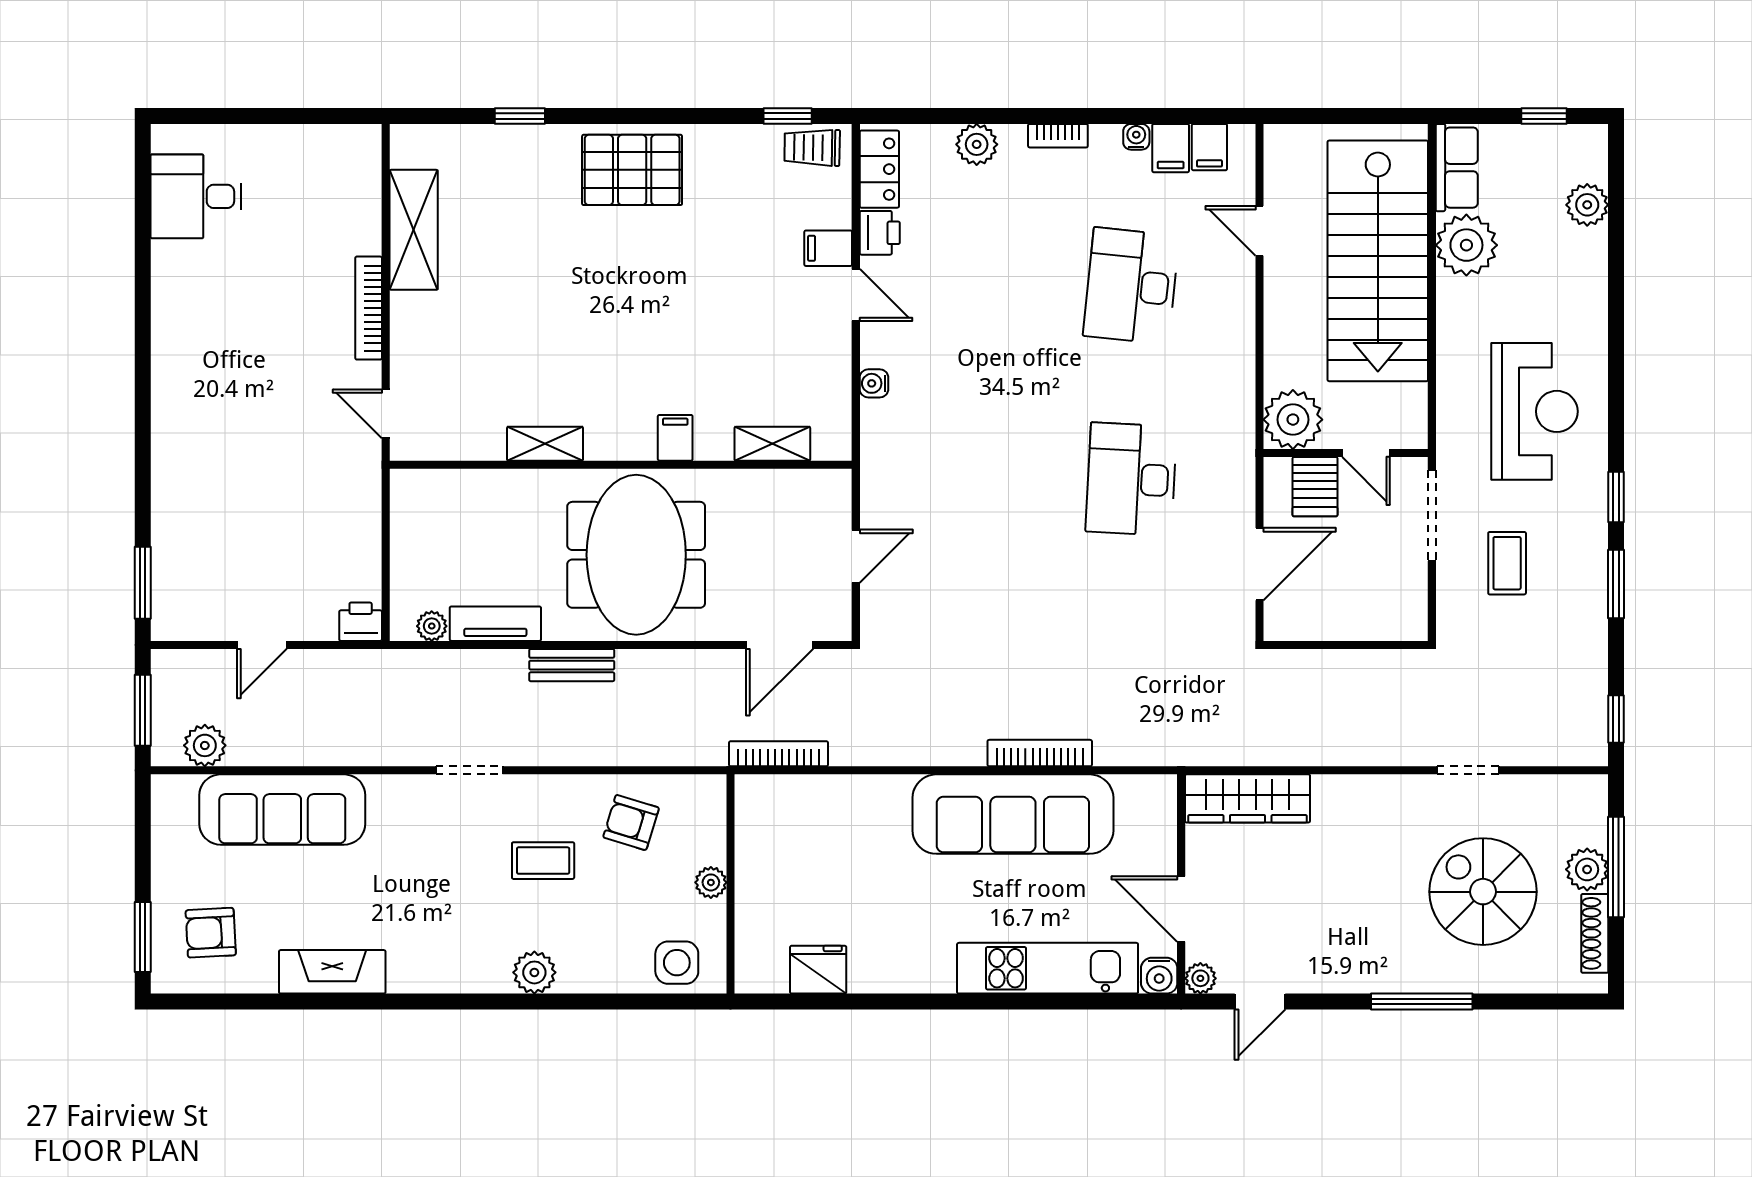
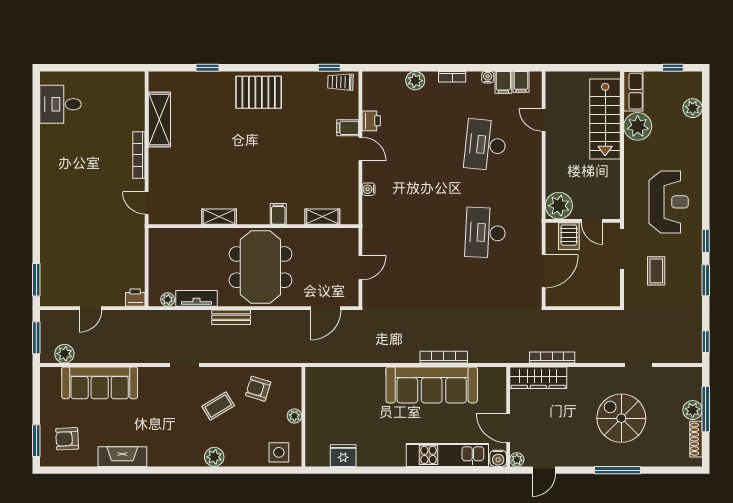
locker: (879, 169) -> (371, 92), removed
stairs: (1378, 261) -> (605, 119), width x0.73, depth x0.66
bookcase: (779, 754) -> (552, 357), moved
coffee table: (543, 861) -> (218, 406), turned -31
spiral stairs: (1483, 892) -> (621, 418), moved

